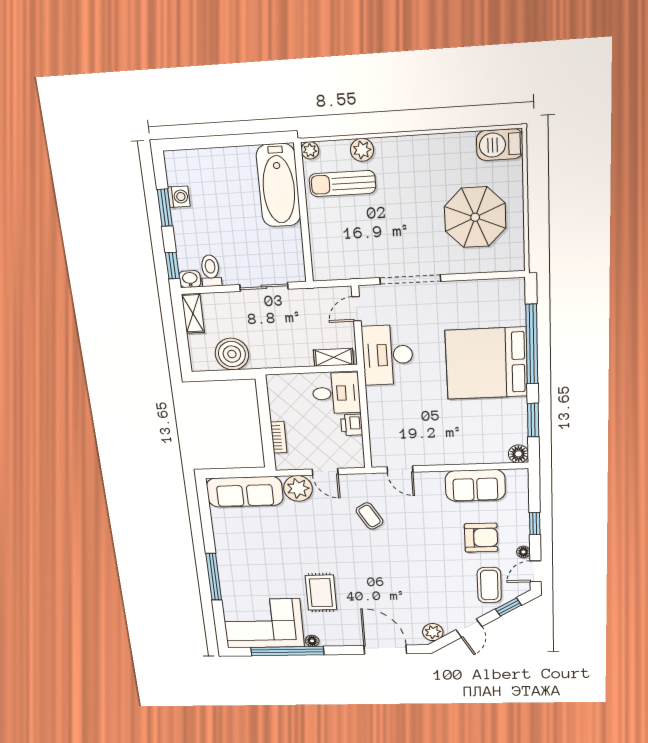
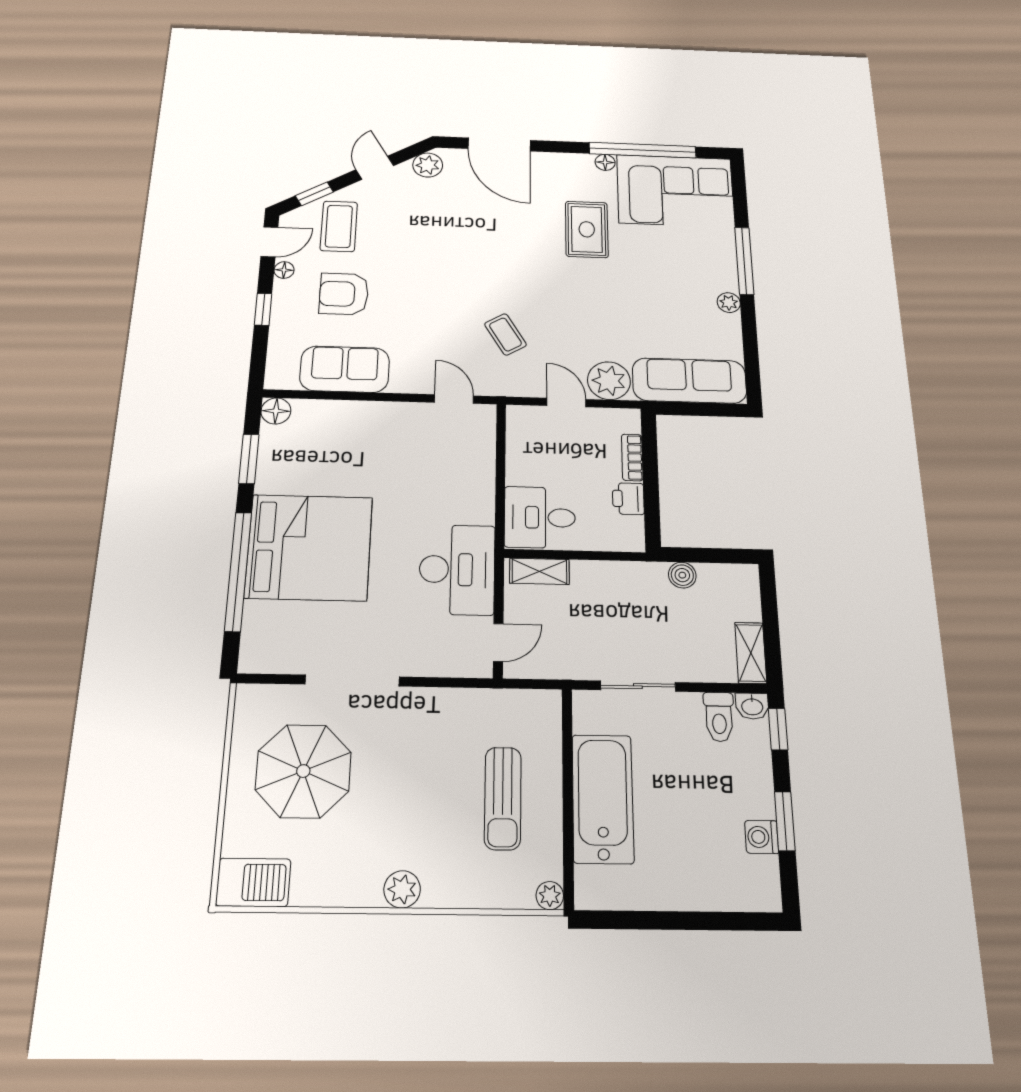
plant: (362, 150) -> (402, 889), moved
sun lounger: (342, 183) -> (503, 798), moved, turned 90
bathtub: (278, 185) -> (603, 798), moved
doorway: (410, 280) -> (352, 681), moved
boiler: (232, 354) -> (682, 575), width x0.54, depth x0.54
printer: (352, 425) -> (628, 499), moved, turned 180
plant: (222, 547) -> (729, 303), added

